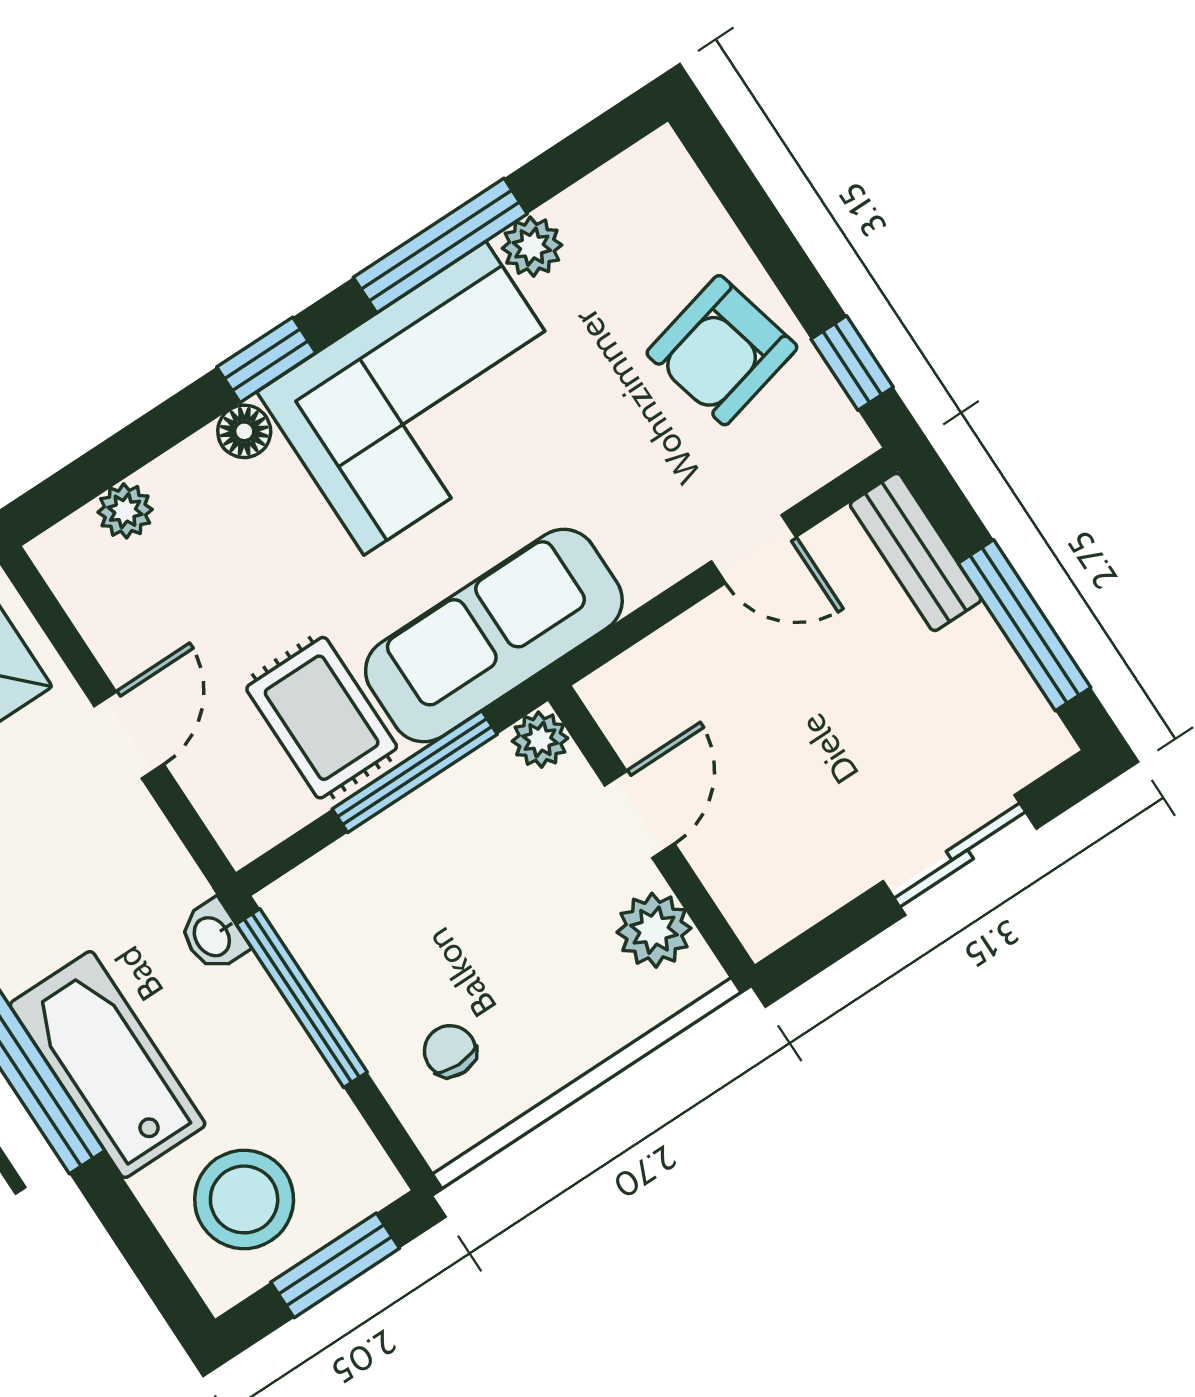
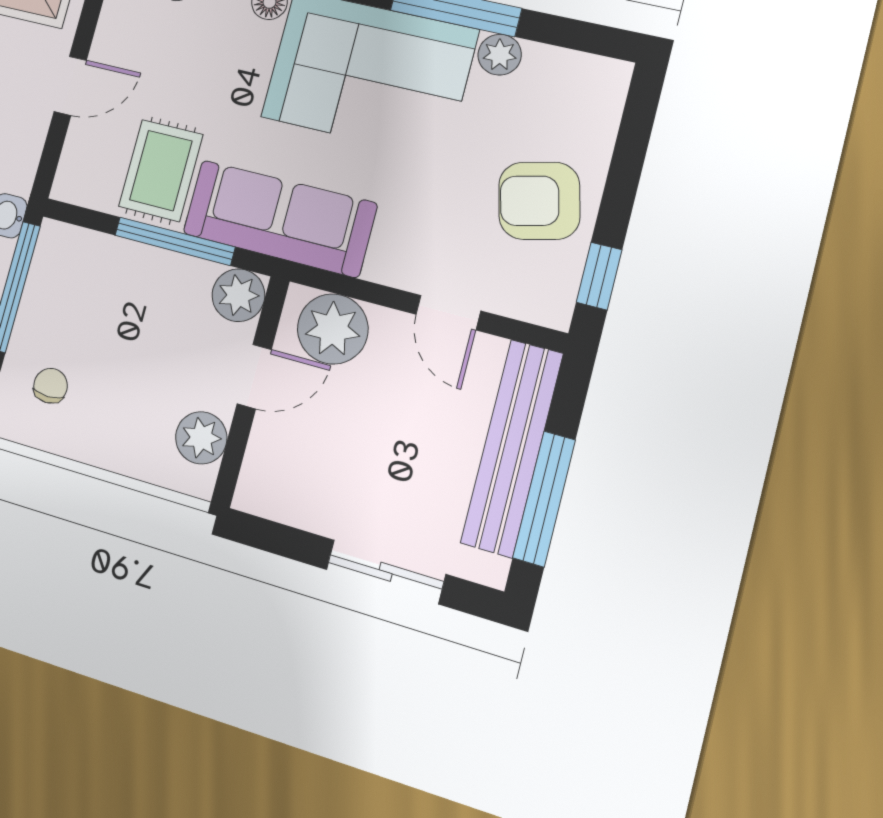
bench: (916, 552) -> (512, 448), width x1.86, depth x1.21
plant: (663, 685) -> (333, 329), added
plant: (540, 740) -> (238, 295), width x1.38, depth x1.38

